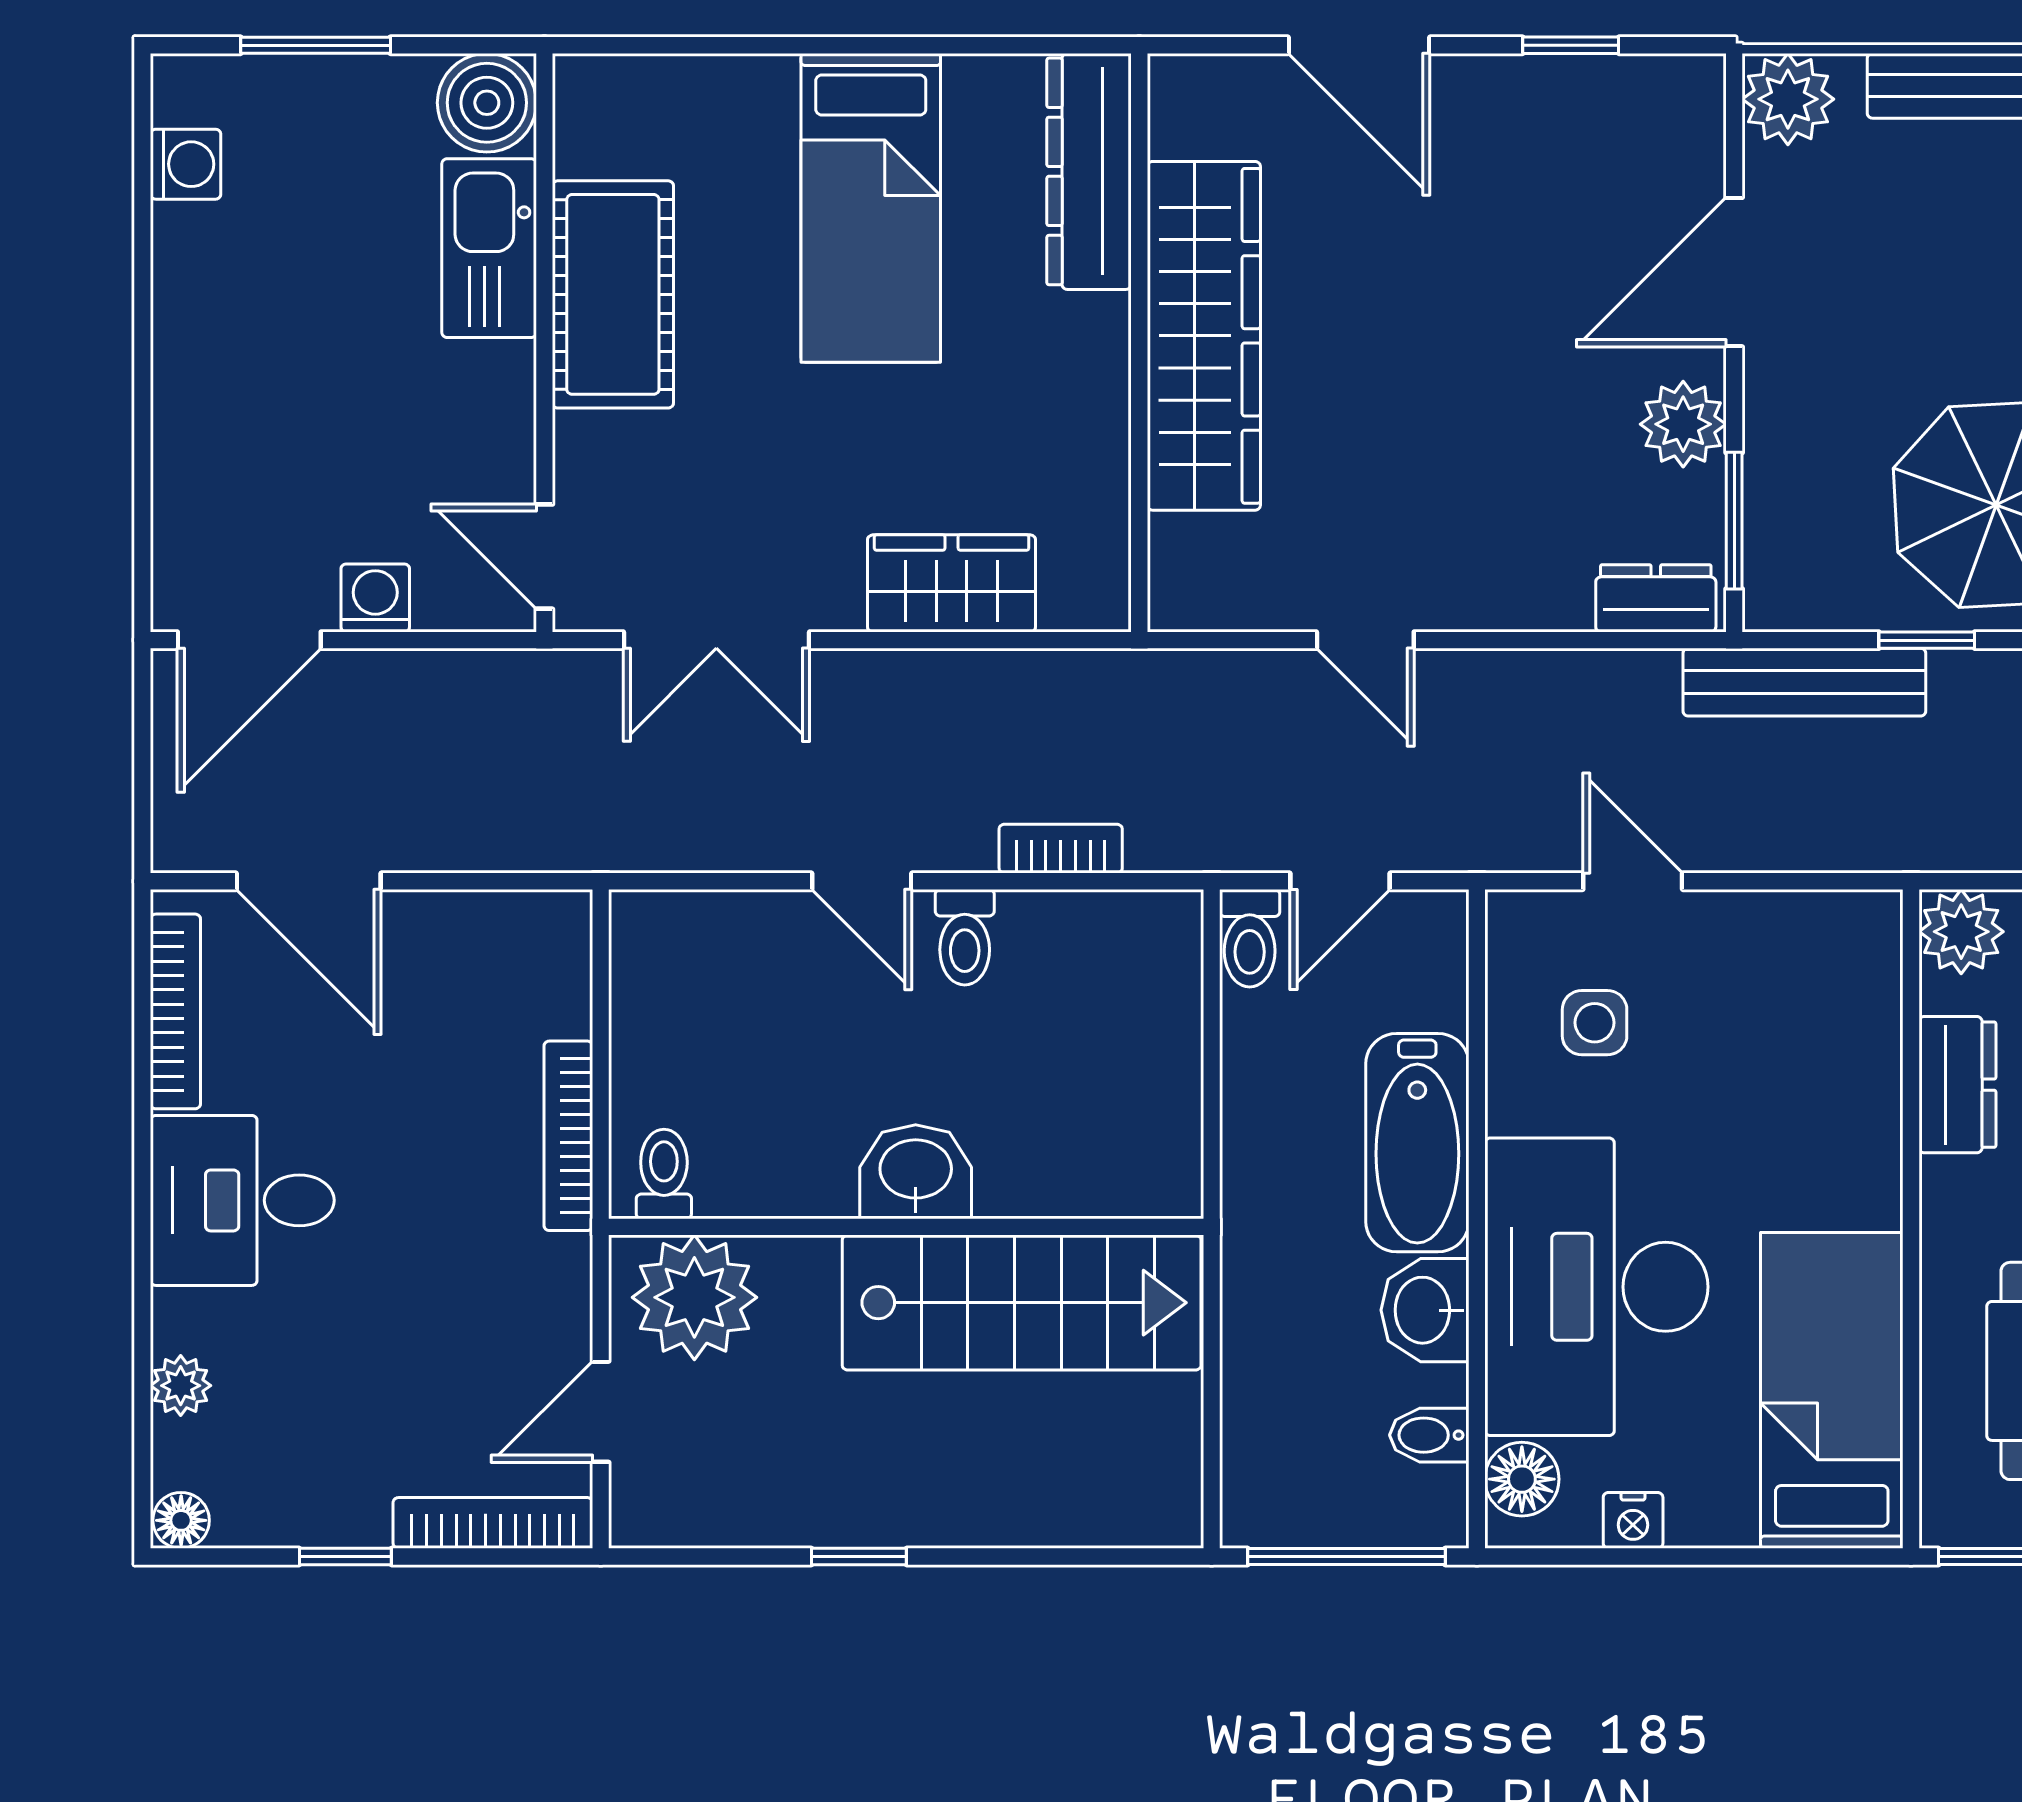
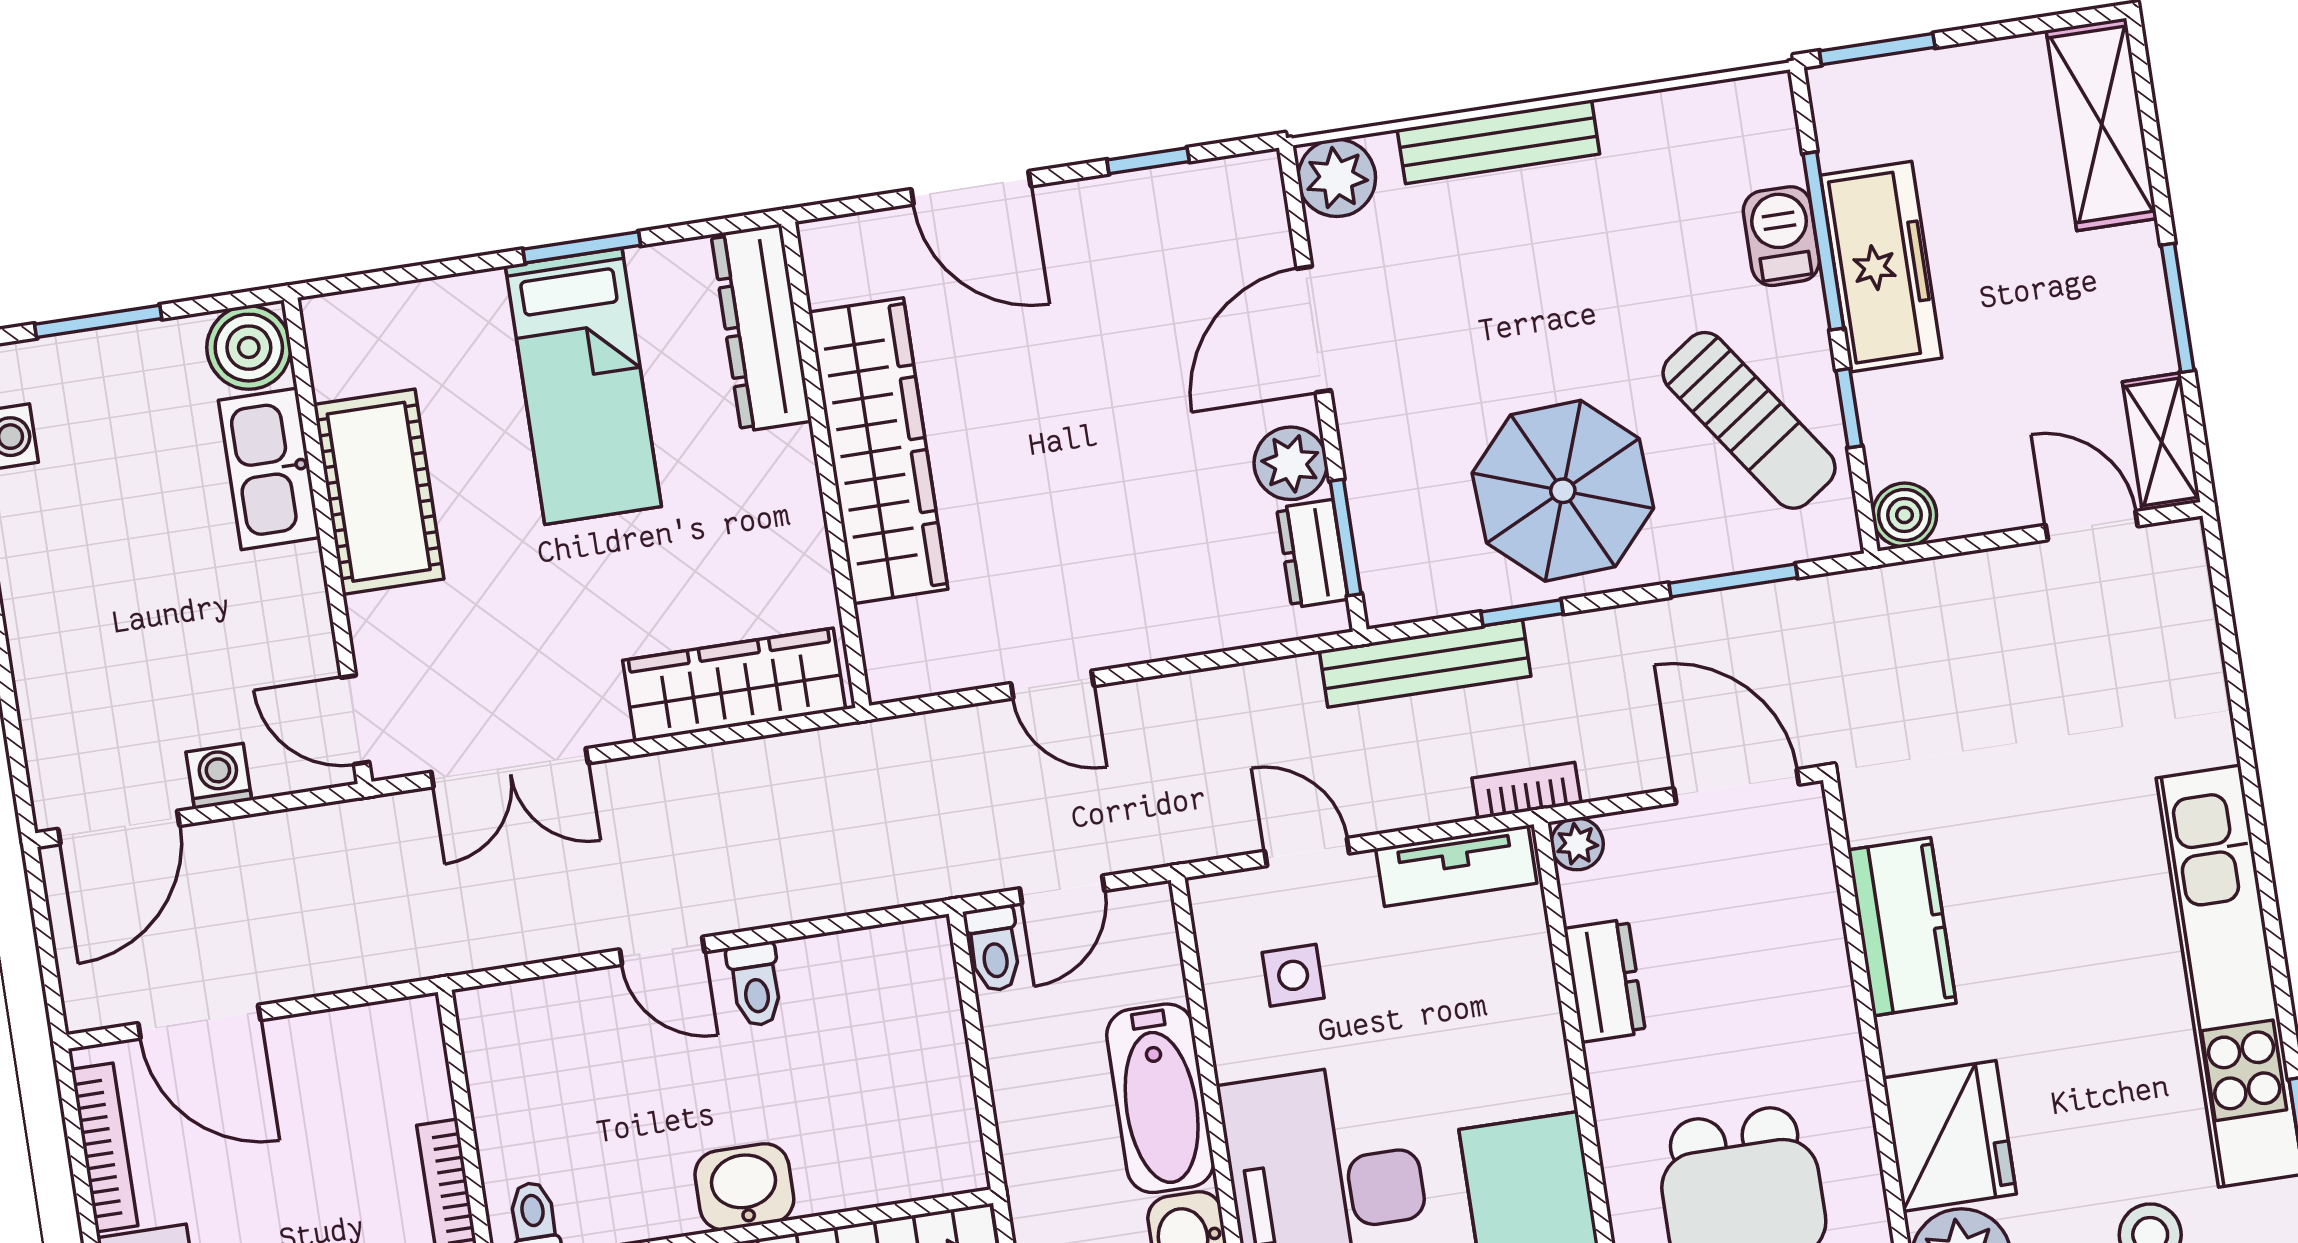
window: (894, 45) -> (582, 247), added
wardrobe: (952, 583) -> (734, 685), width x1.50
dresser: (1656, 598) -> (1312, 554), moved, turned -90
bookcase: (1061, 849) -> (1526, 791), moved
tv unit: (1805, 924) -> (1456, 866), added
plant: (1961, 932) -> (1577, 844), width x0.73, depth x0.73

